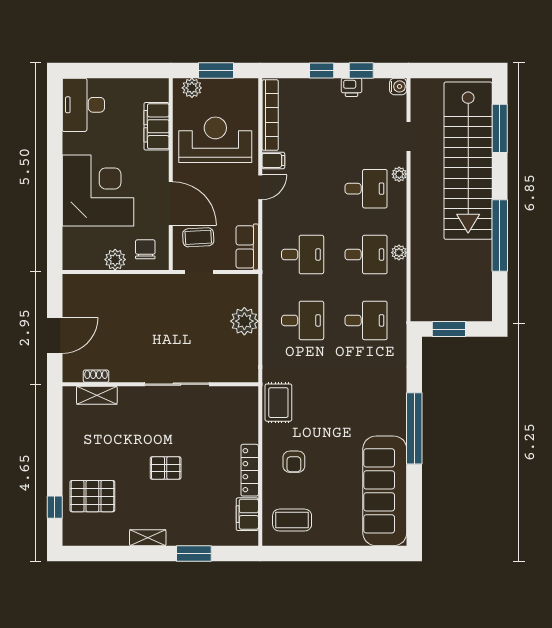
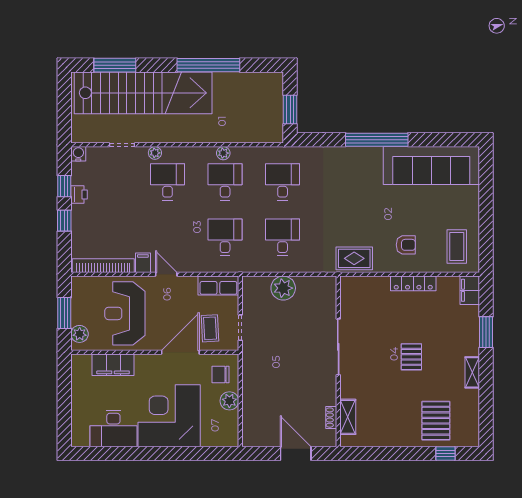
desk: (83, 105) -> (113, 429), moved
filing cabinet: (247, 514) -> (470, 290), moved, turned 90

